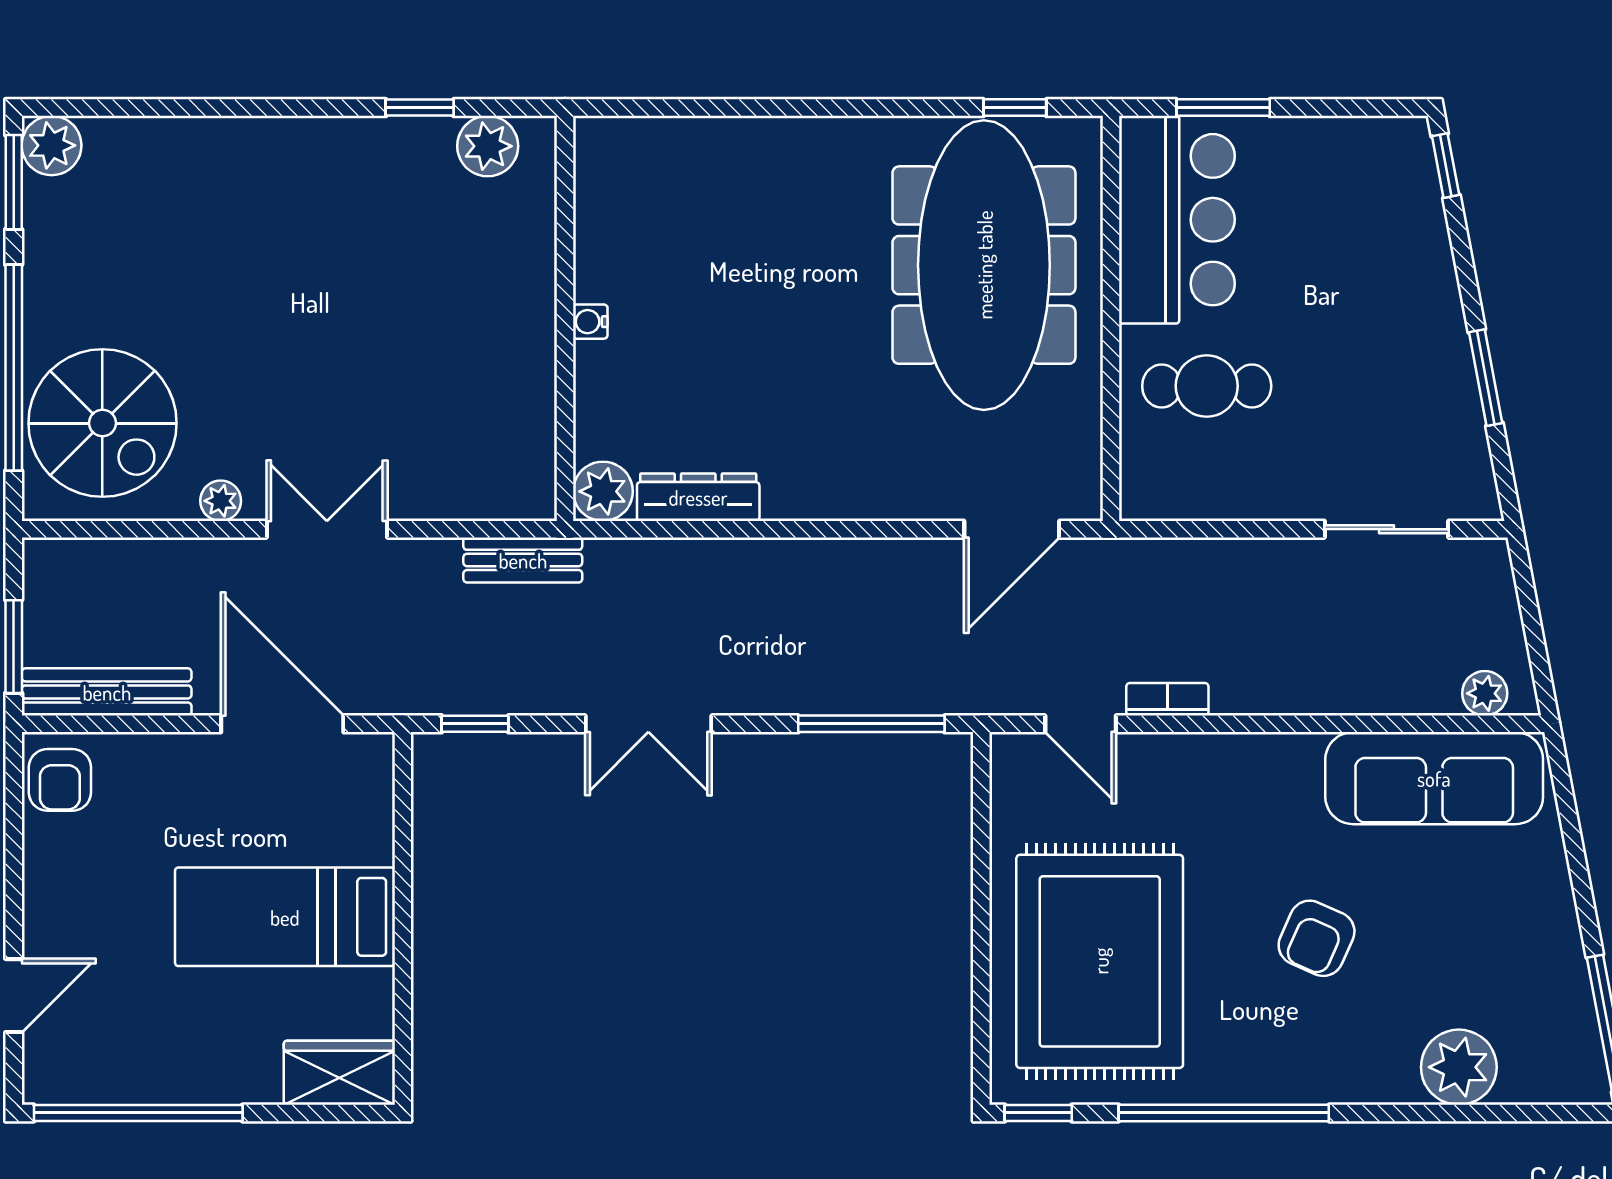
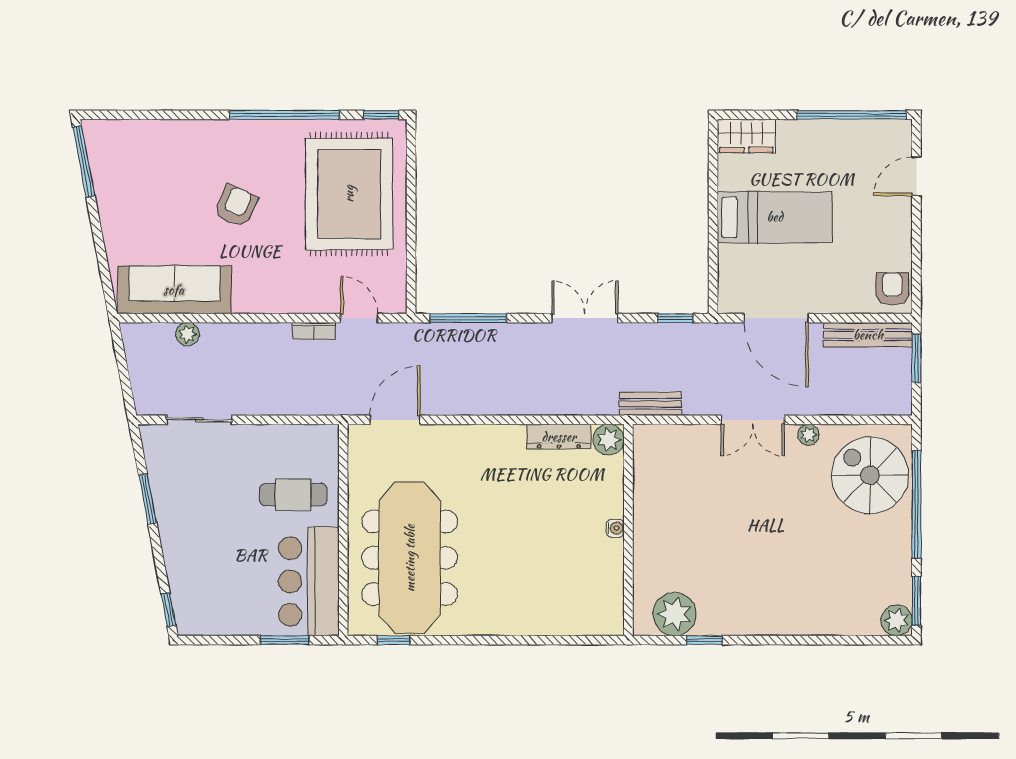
plant: (488, 146) -> (675, 614), width x1.36, depth x1.36
plant: (1485, 693) -> (188, 334), moved
plant: (1459, 1067) -> (162, 139), removed

